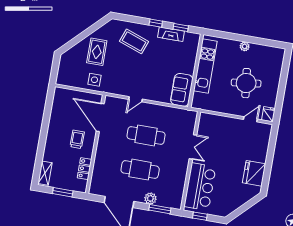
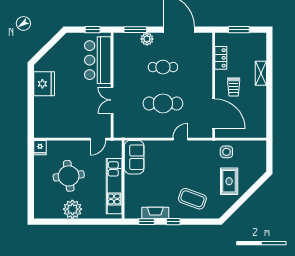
plant: (245, 46) -> (72, 209), width x1.87, depth x1.87
door: (250, 119) -> (98, 139), moved
cafe table: (140, 170) -> (163, 67), width x0.73, depth x0.74
shelving: (45, 173) -> (261, 73), moved

